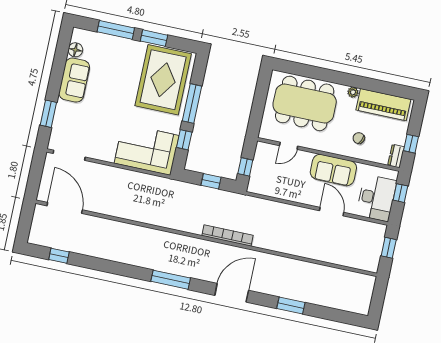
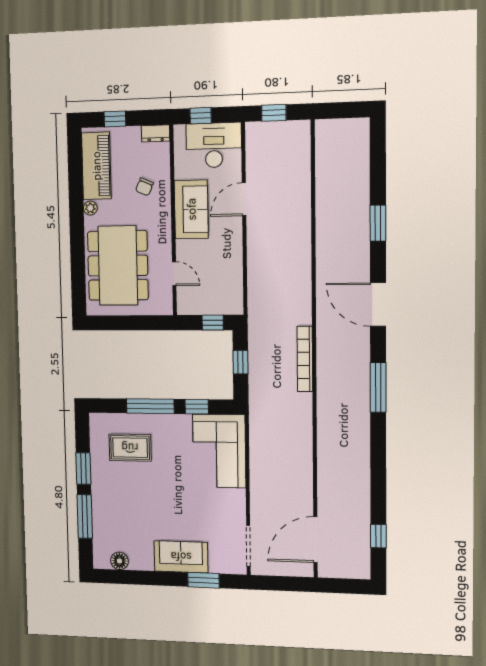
sofa: (74, 80) -> (181, 557), moved
rug: (163, 80) -> (130, 448), width x0.54, depth x0.49
window: (411, 144) -> (115, 119), moved
bookcase: (227, 235) -> (305, 359), moved

